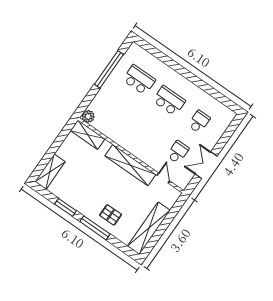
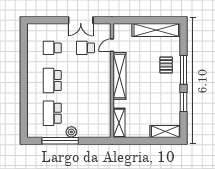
plant: (88, 116) -> (71, 132), moved

